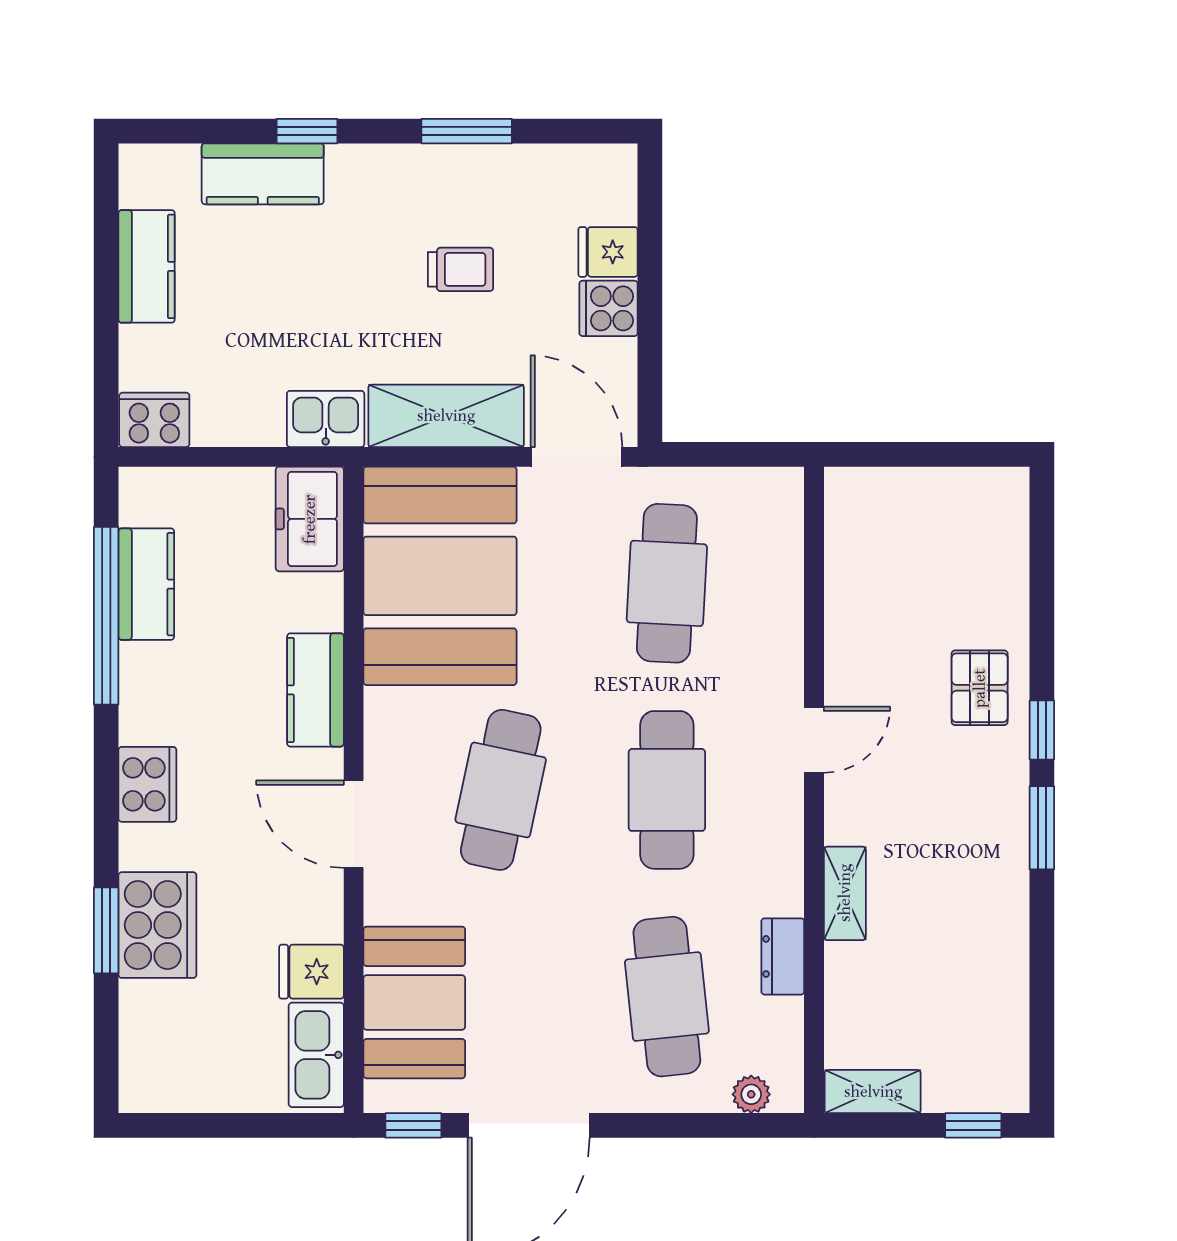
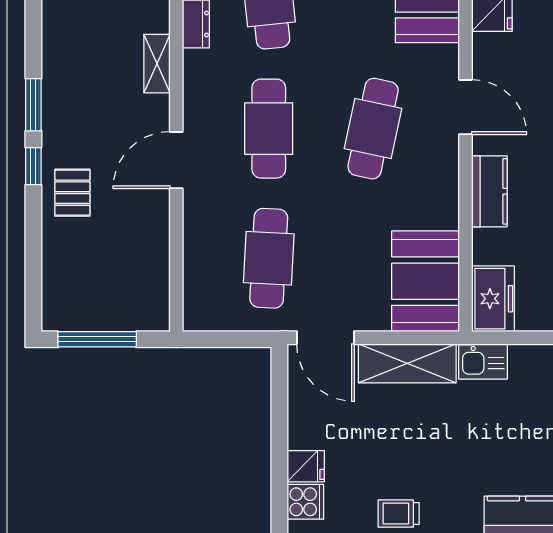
trolley: (460, 269) -> (399, 514), moved
cooker: (609, 308) -> (305, 502), moved
window: (940, 454) -> (97, 339), added
booth: (440, 576) -> (425, 281), width x0.73, depth x0.70
door: (814, 740) -> (176, 160), width x1.38

